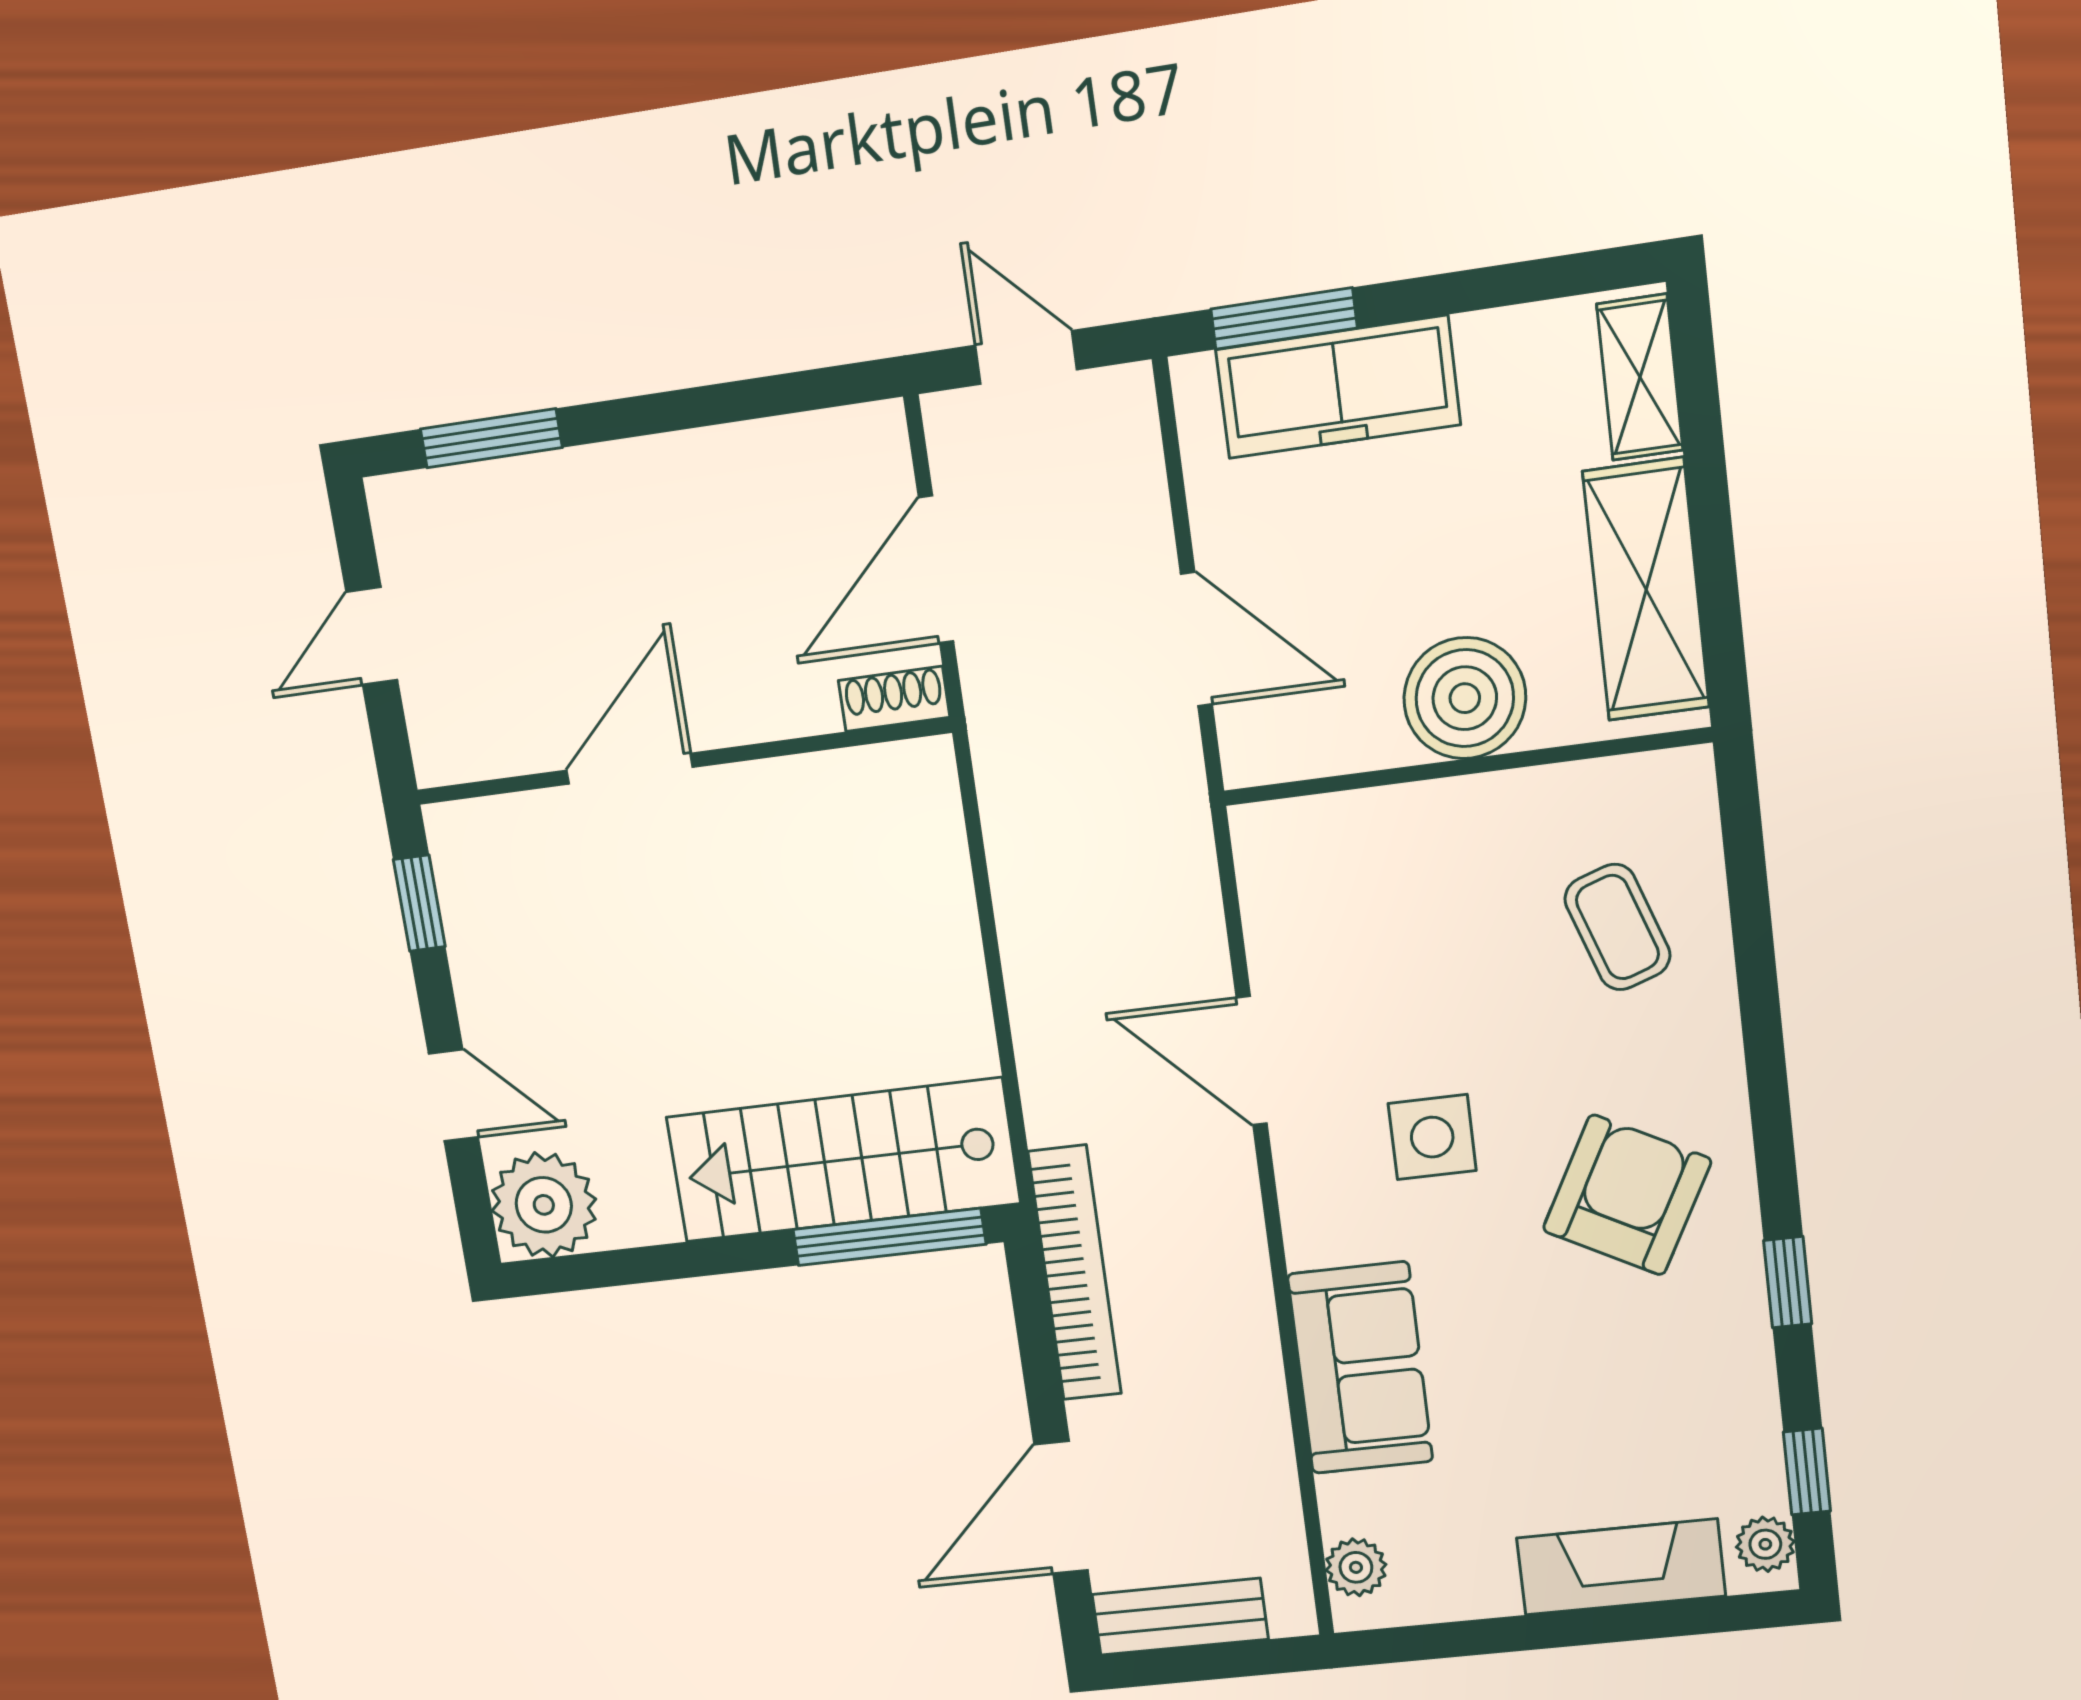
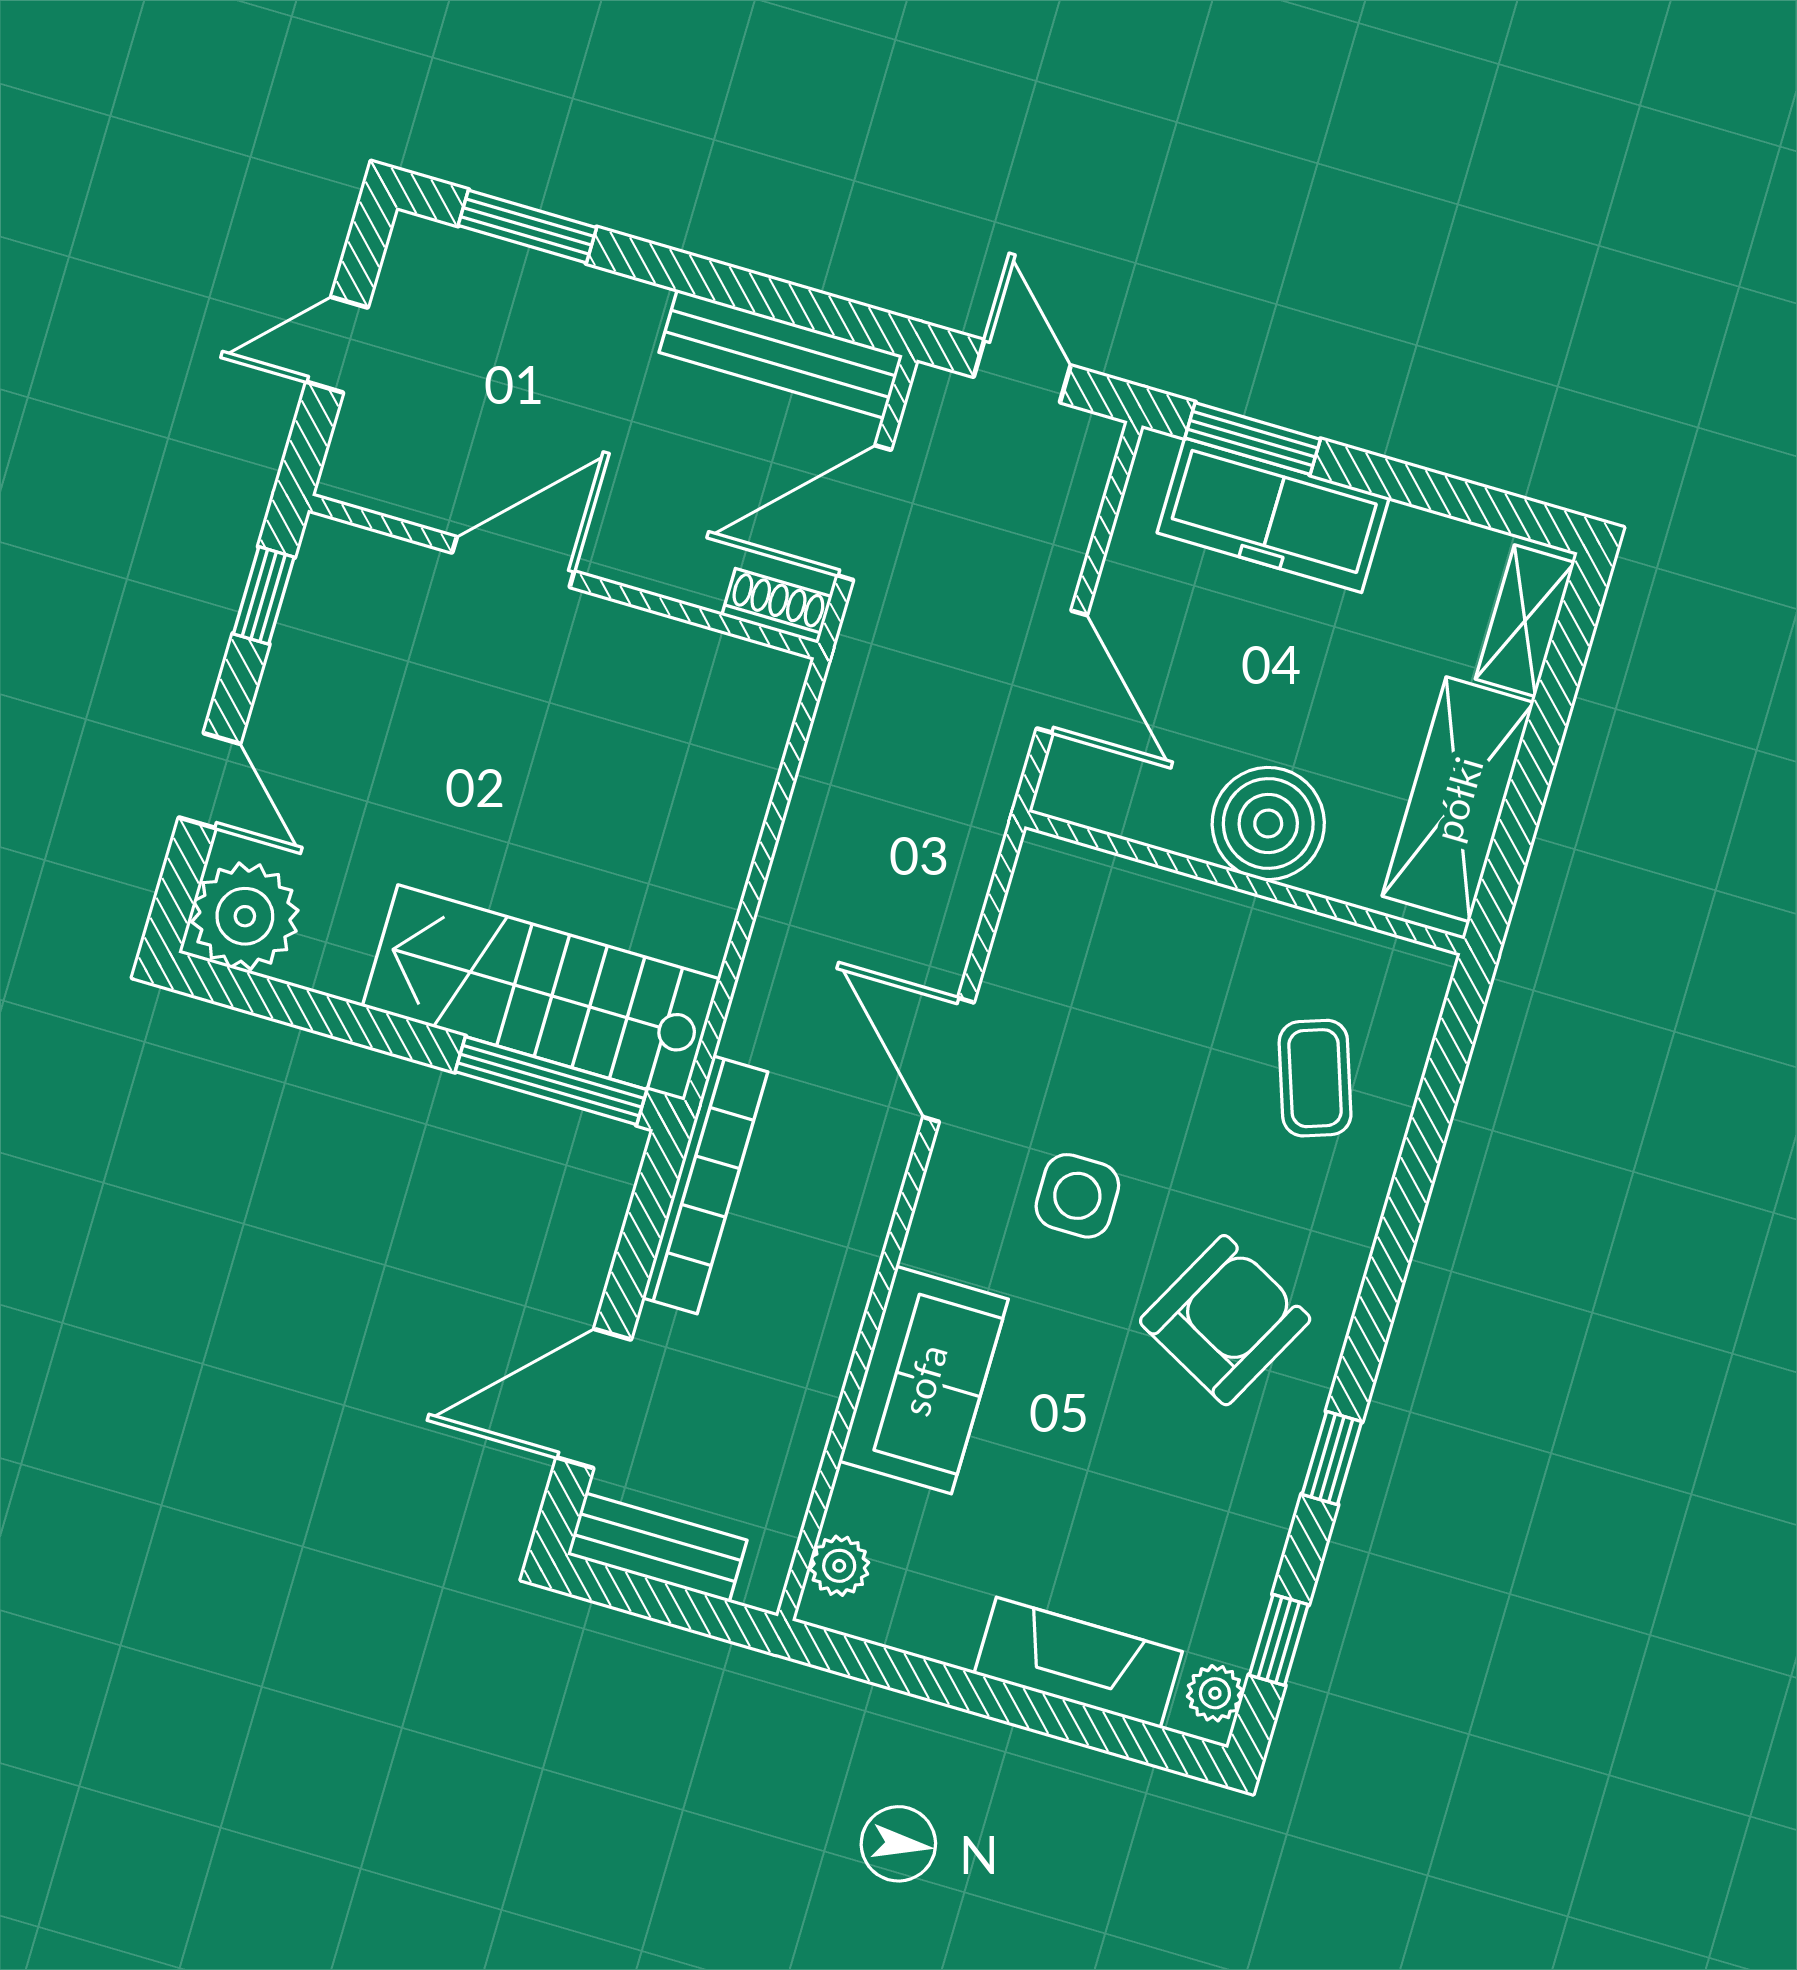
bench: (786, 450) -> (781, 354), added

